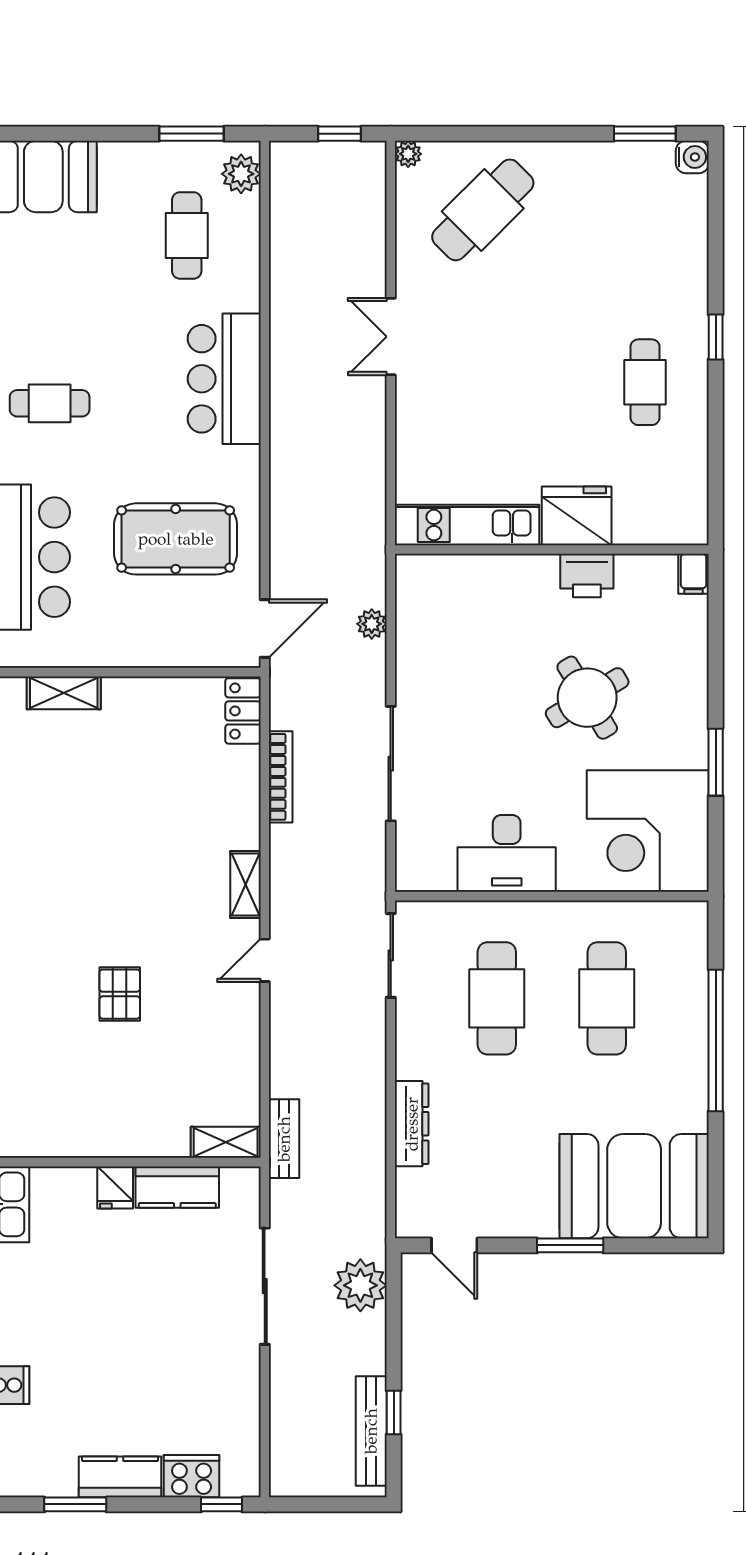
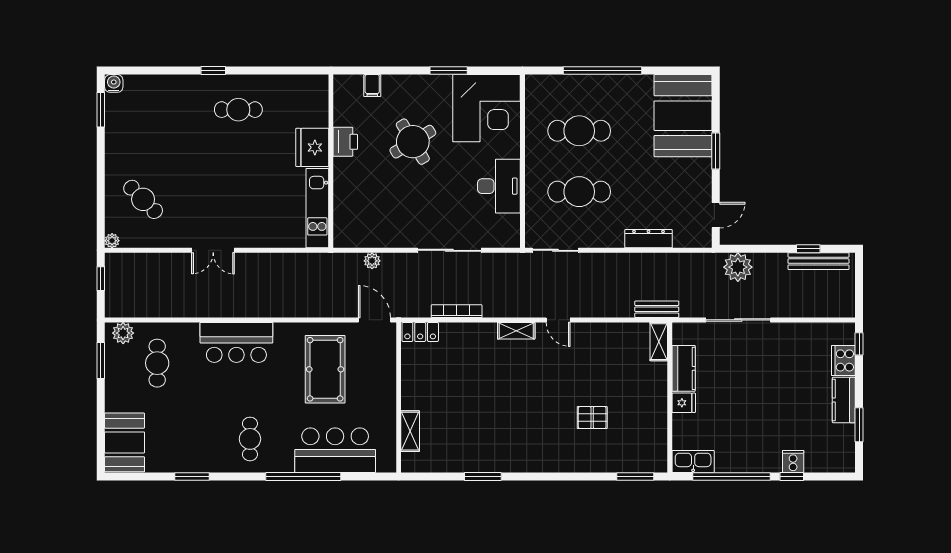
cafe table: (483, 210) -> (143, 199), width x0.73, depth x0.74
cafe table: (187, 235) -> (157, 363), turned 90
filing cabinet: (694, 574) -> (372, 86), moved, turned 90
pallet: (120, 994) -> (592, 418), moved

